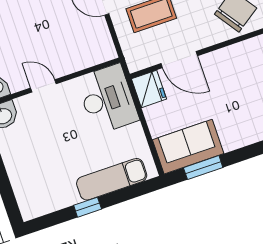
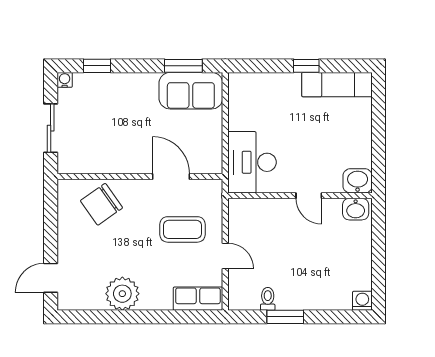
fridge: (149, 89) -> (209, 158), removed
exam couch: (112, 179) -> (337, 85), moved

